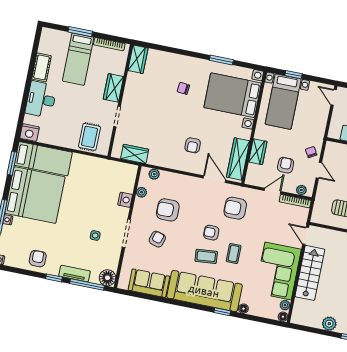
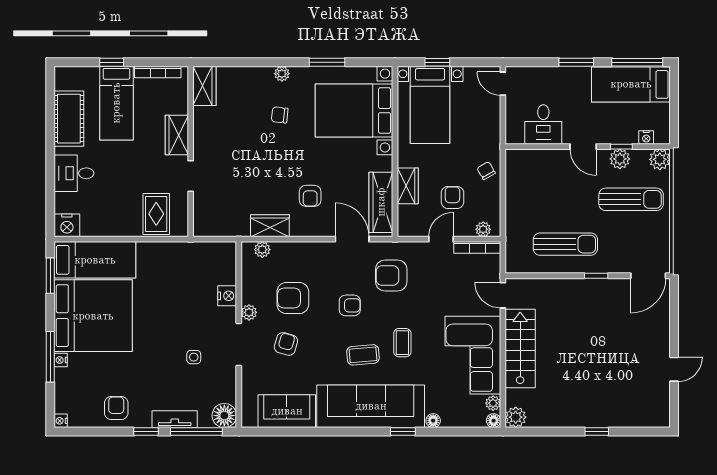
window: (80, 32) -> (112, 62), width x0.67
plant: (190, 62) -> (282, 74), added
cot: (42, 67) -> (69, 119), width x1.37, depth x1.34
desk: (41, 99) -> (74, 173), width x0.73
wardrobe: (135, 154) -> (270, 226), moved
door: (319, 170) -> (503, 195), removed
plant: (141, 192) -> (249, 312), moved
armchair: (211, 233) -> (350, 305), moved, turned 180
plant: (329, 324) -> (516, 417), moved

